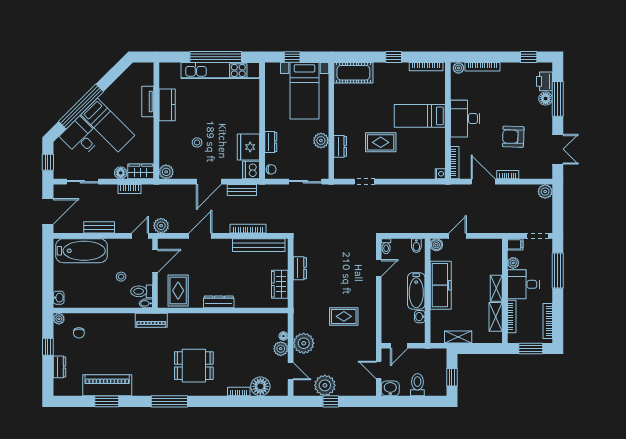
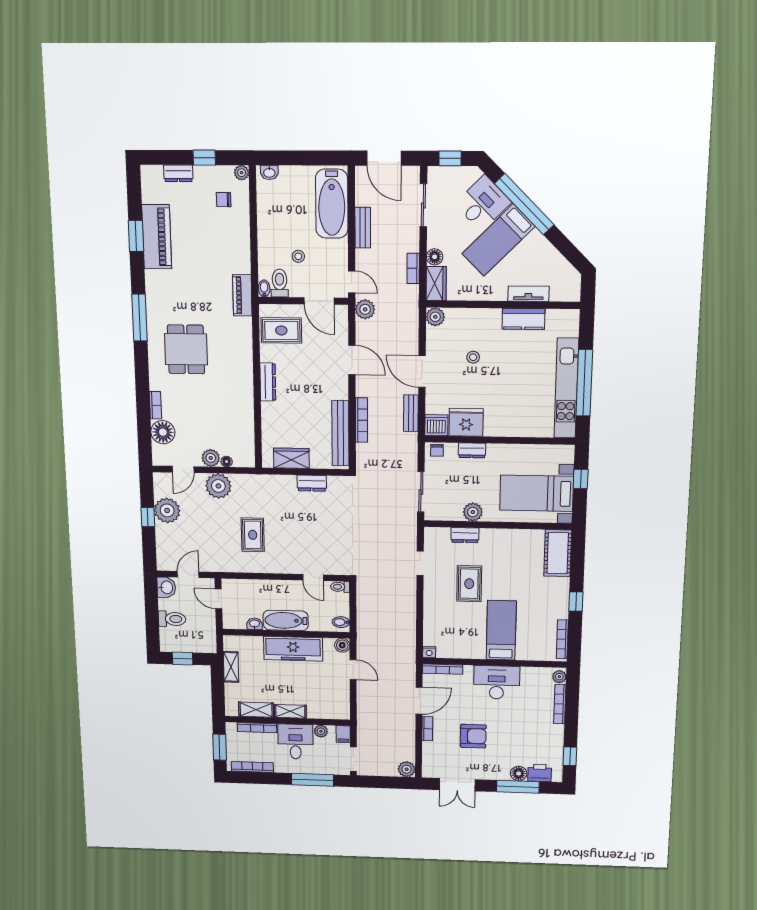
armchair: (513, 137) -> (473, 736), turned 88

